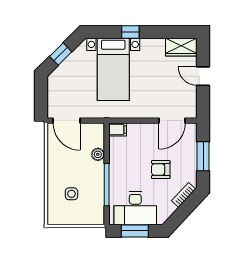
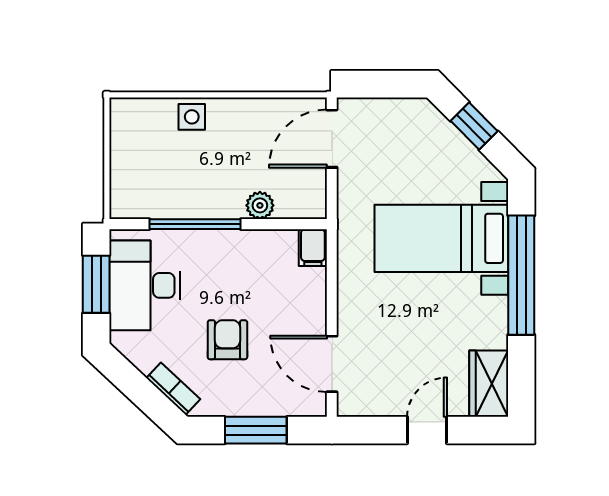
window: (130, 32) -> (521, 275), width x3.17
side table: (71, 194) -> (192, 117), moved

